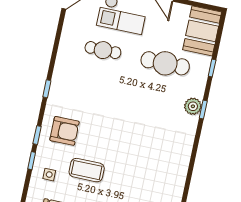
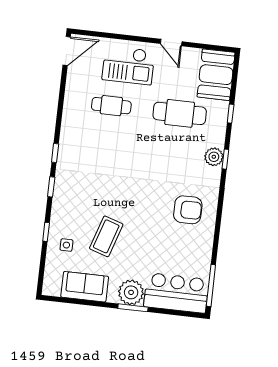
armchair: (65, 131) -> (188, 210), moved
window: (37, 135) -> (51, 187), moved
coffee table: (87, 170) -> (106, 236), turned -72

